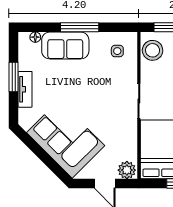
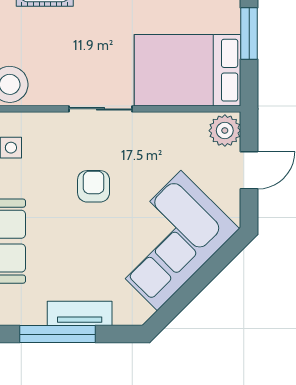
window: (14, 77) -> (57, 334), width x1.44
armchair: (96, 97) -> (94, 186), added

